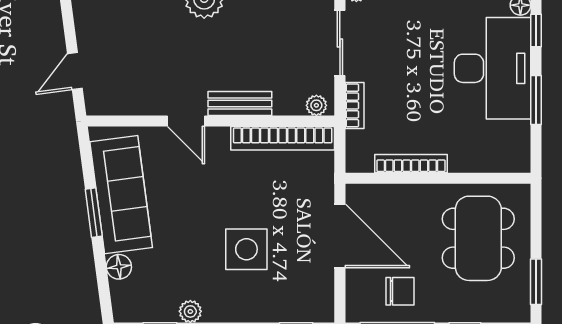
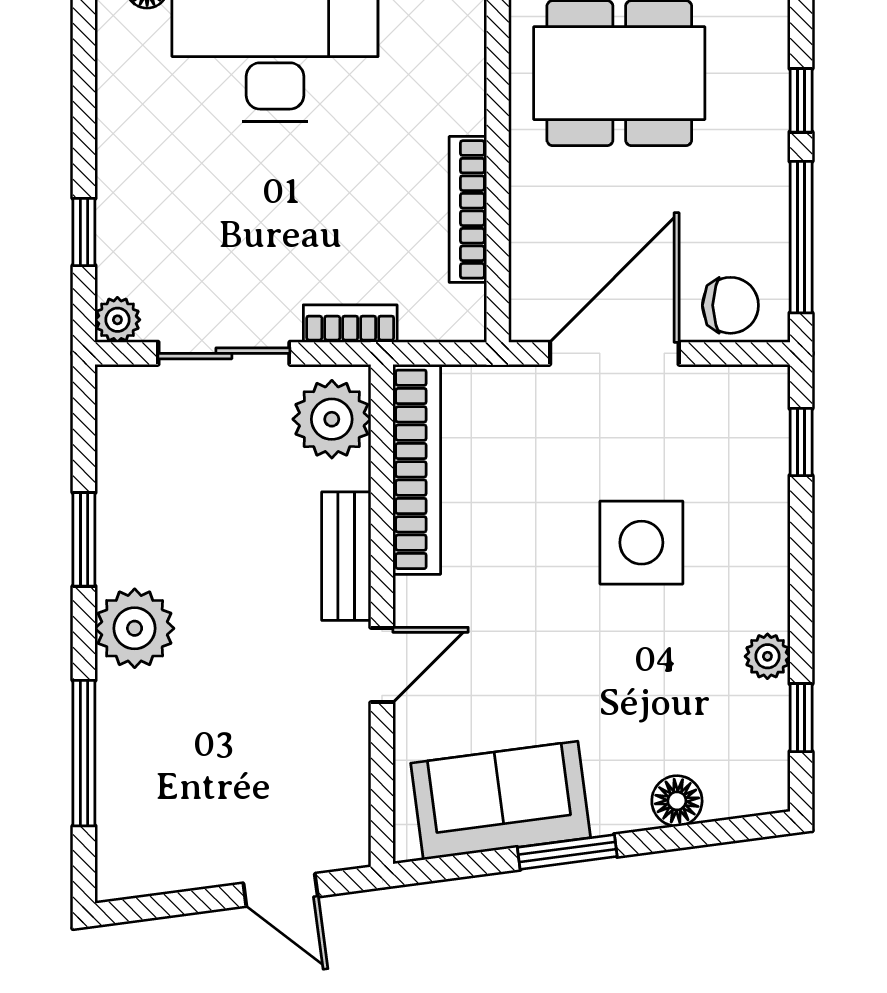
plant: (316, 105) -> (332, 419), width x1.88, depth x1.88
sofa: (121, 195) -> (501, 800), width x0.73
chair: (400, 291) -> (730, 305), moved, turned 90

